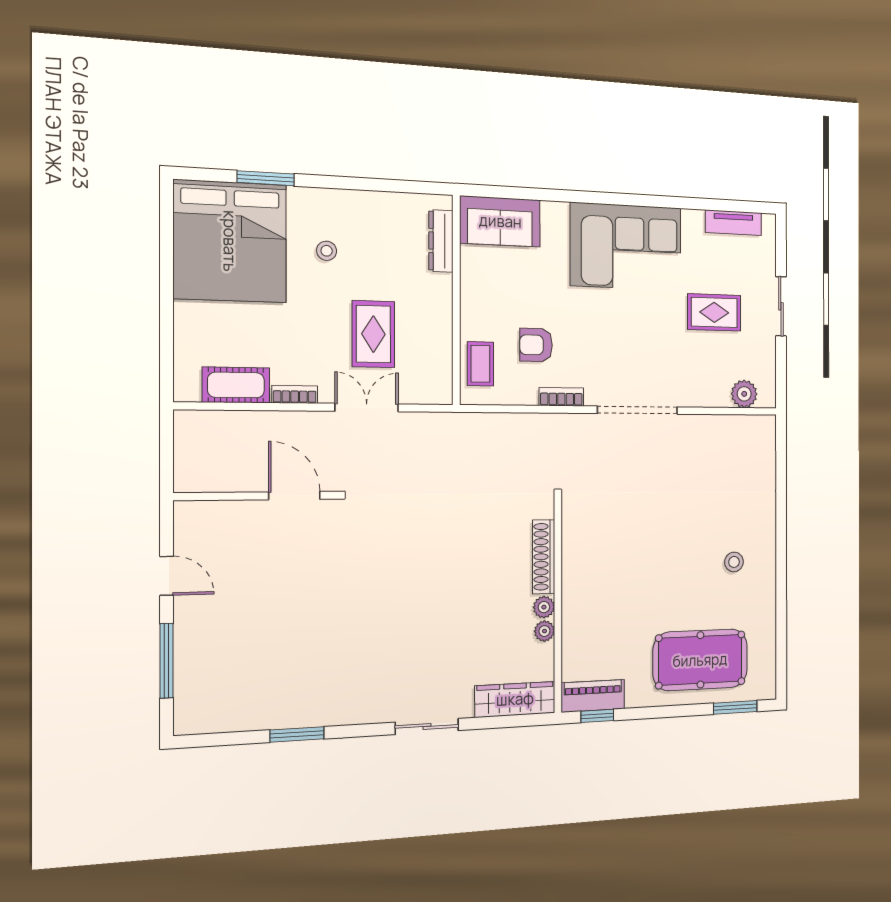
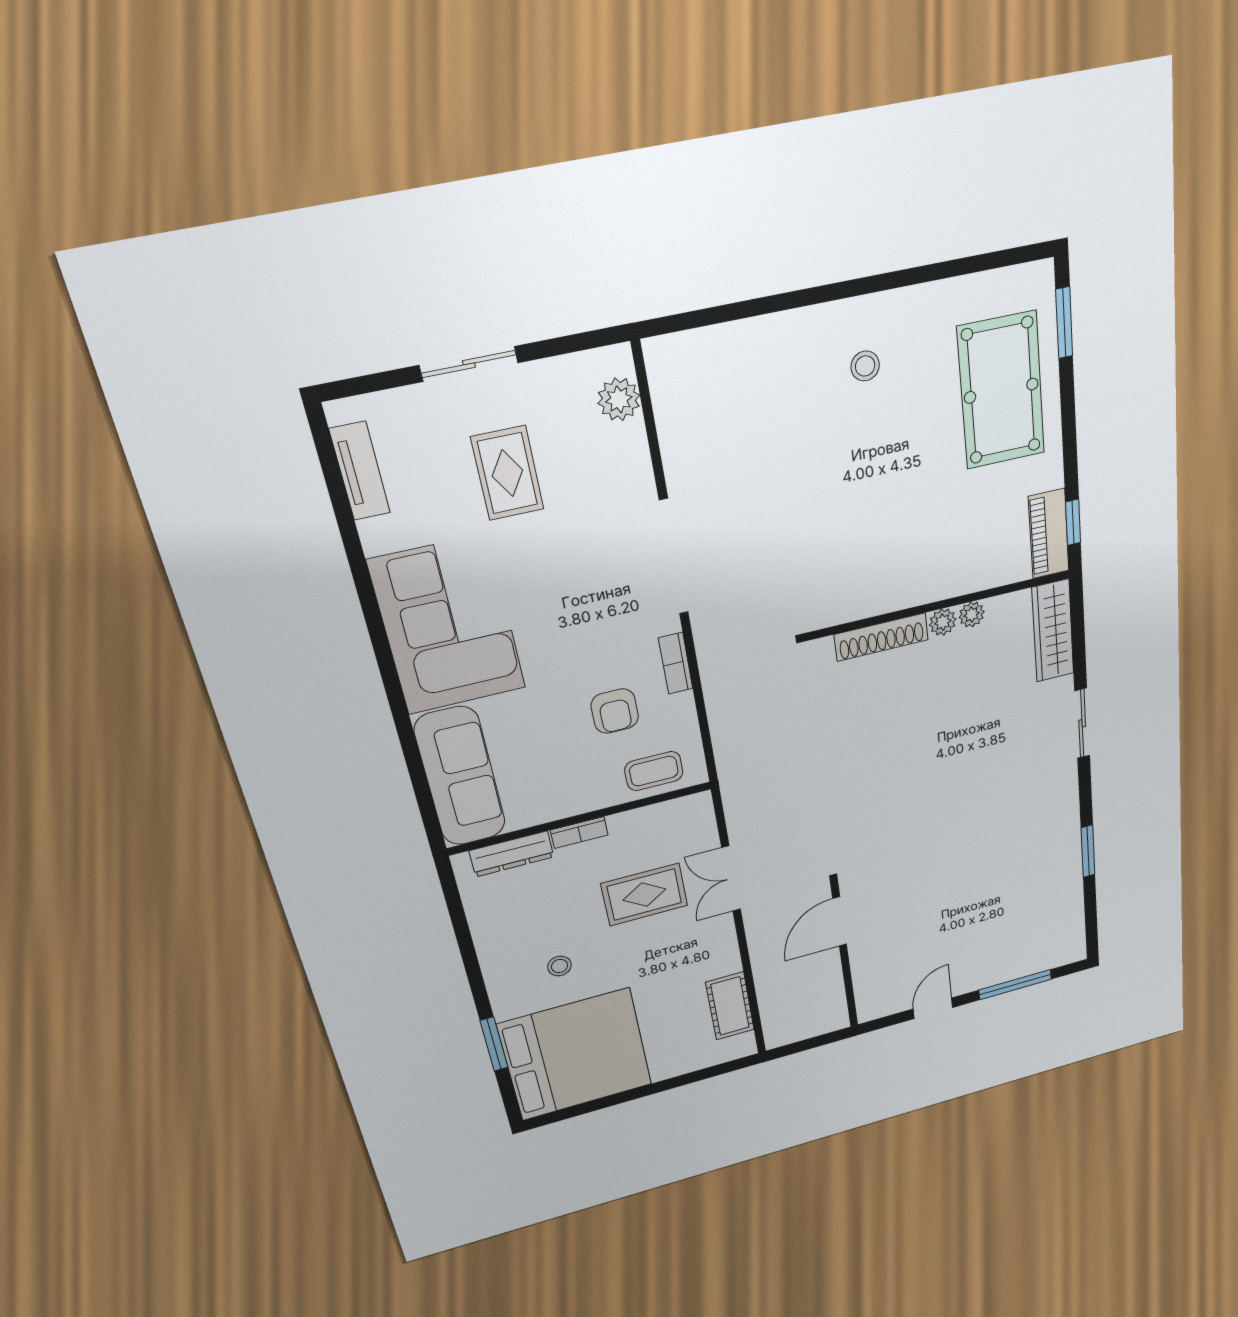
sofa: (500, 221) -> (460, 777), width x1.36
bookcase: (295, 394) -> (579, 833), moved, turned -90

